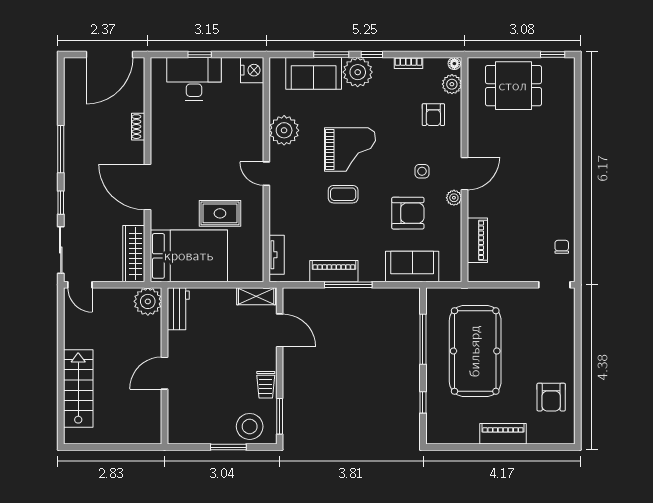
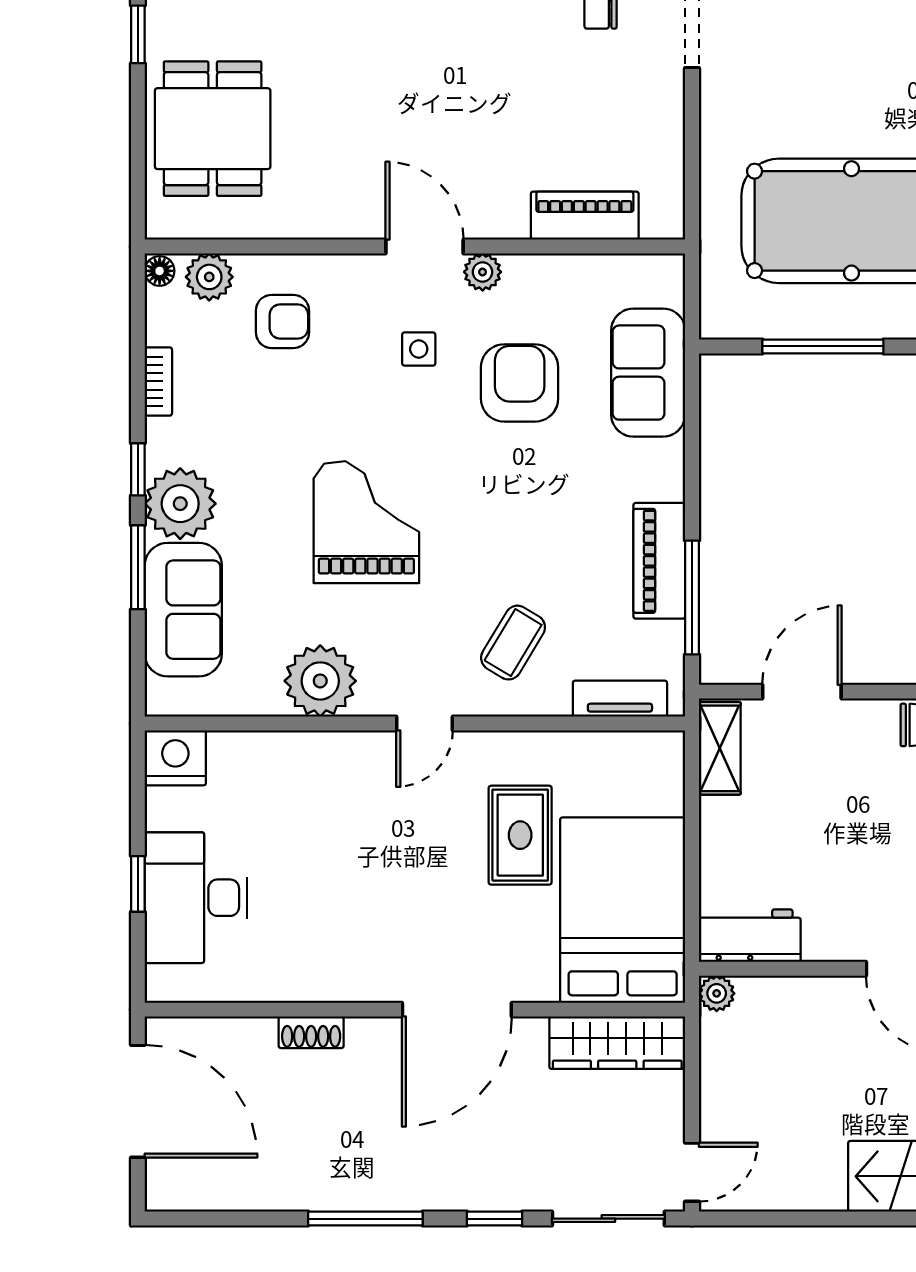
coffee table: (343, 194) -> (513, 643), moved, turned 31
window: (348, 285) -> (692, 598), moved
plant: (148, 301) -> (717, 993), width x0.53, depth x0.53

